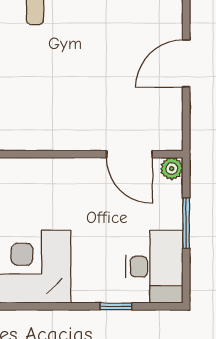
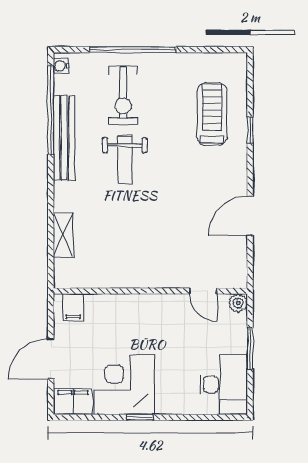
door: (129, 154) -> (203, 291), width x0.73
window: (116, 306) -> (140, 417), moved

